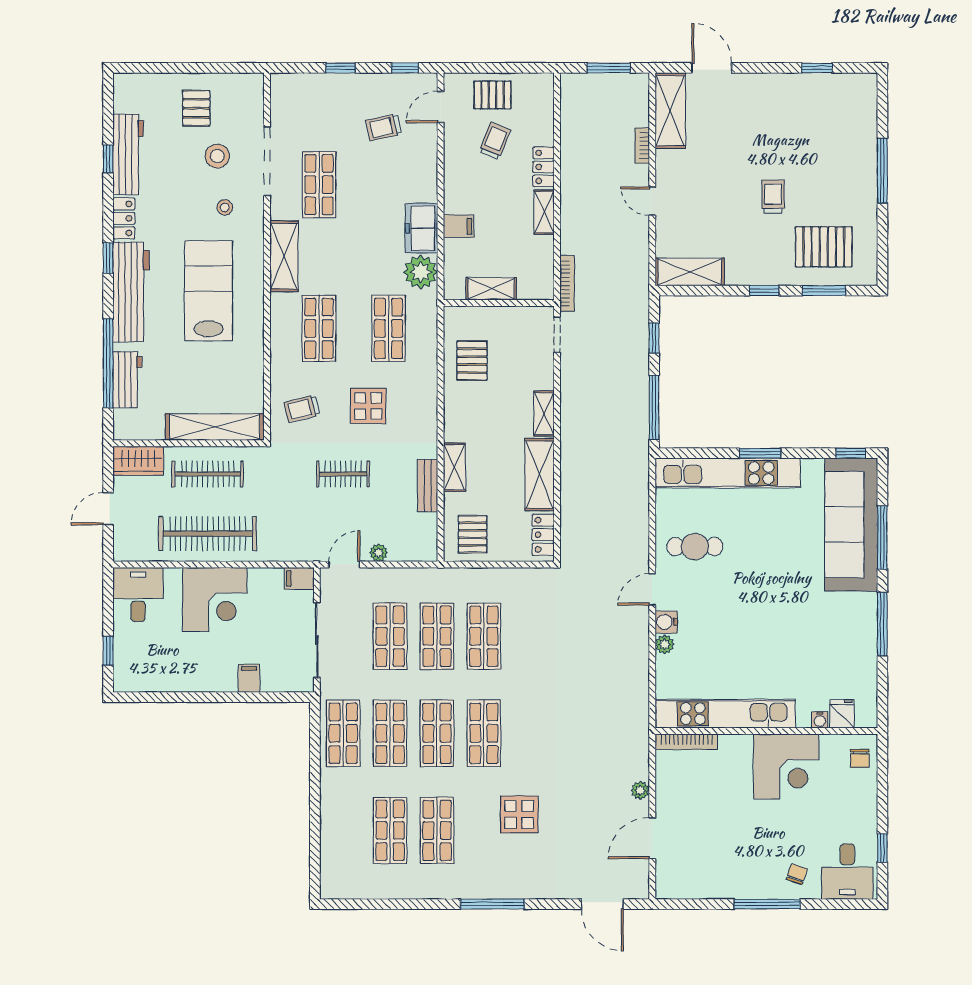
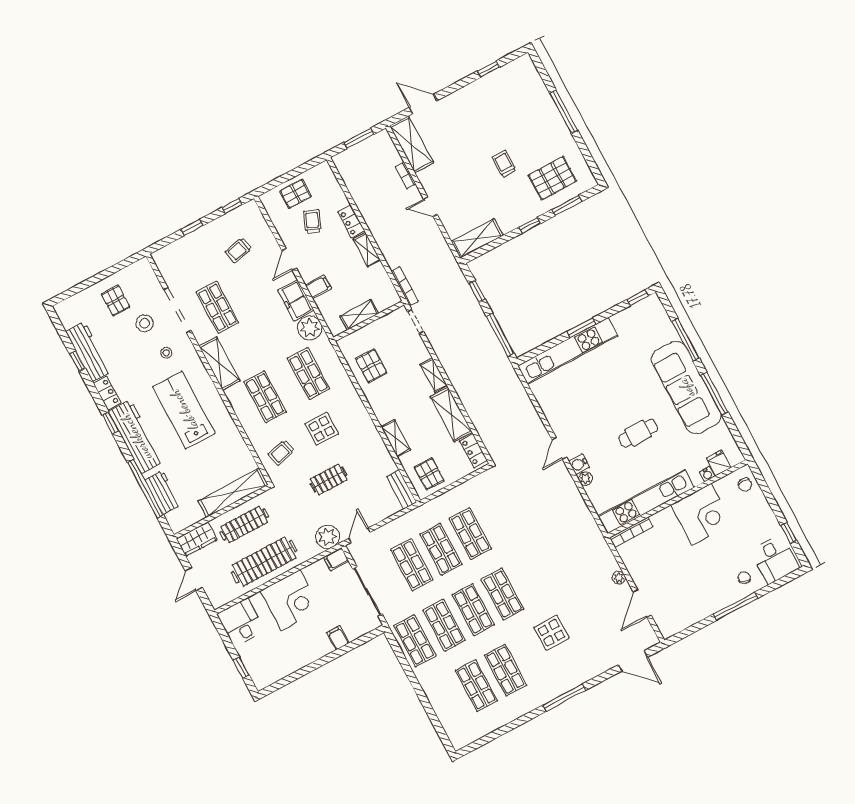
door: (441, 107) -> (289, 259), moved
bench: (428, 485) -> (402, 489), moved
sofa: (851, 525) -> (686, 388), moved
cafe table: (695, 547) -> (638, 433), moved
plant: (379, 553) -> (328, 537), moved, width x1.88, depth x1.88

